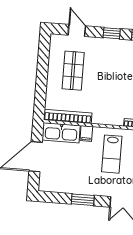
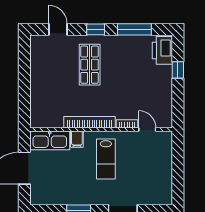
shop shelf: (73, 71) -> (90, 65), moved
bookcase: (68, 116) -> (90, 122), moved

